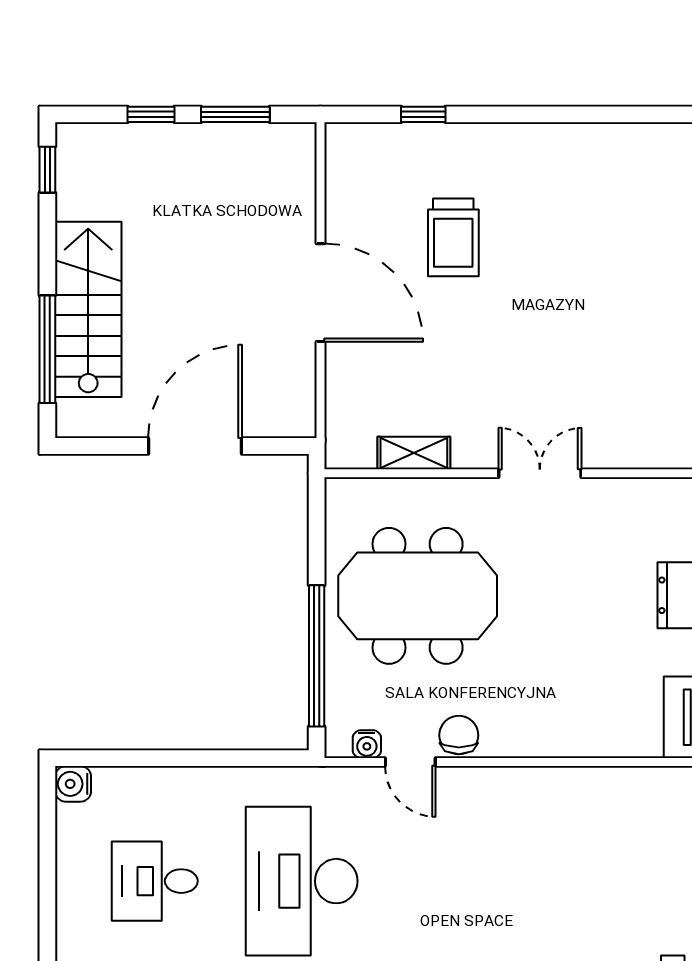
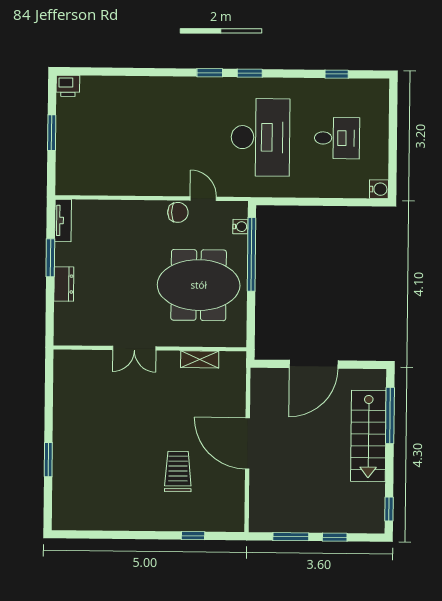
chair: (459, 735) -> (178, 212), turned -90
water cooler: (367, 744) -> (240, 227), moved, turned 90

